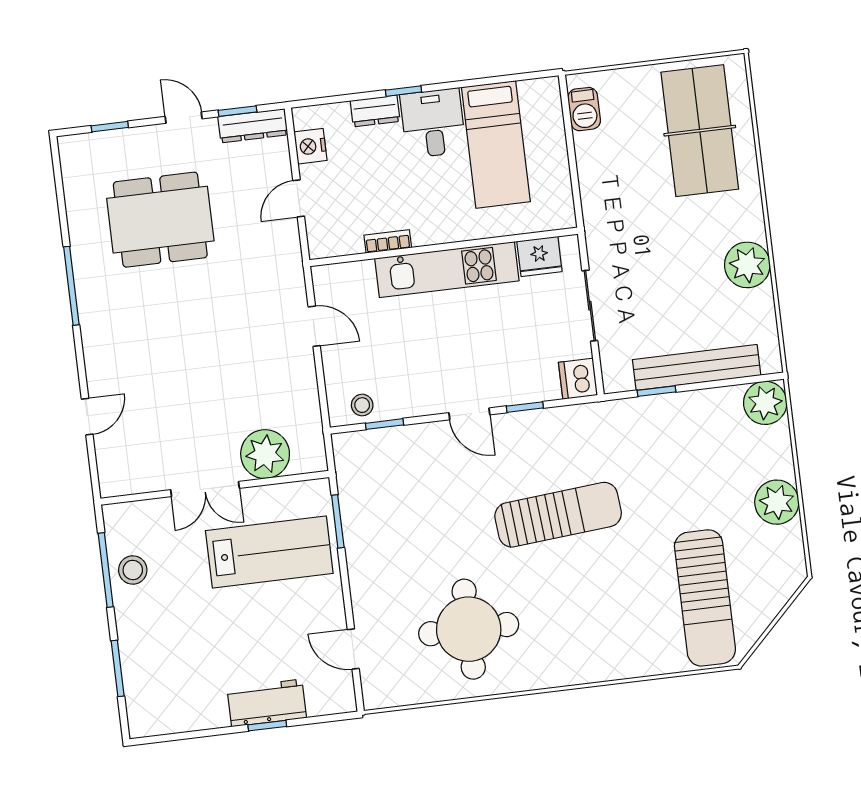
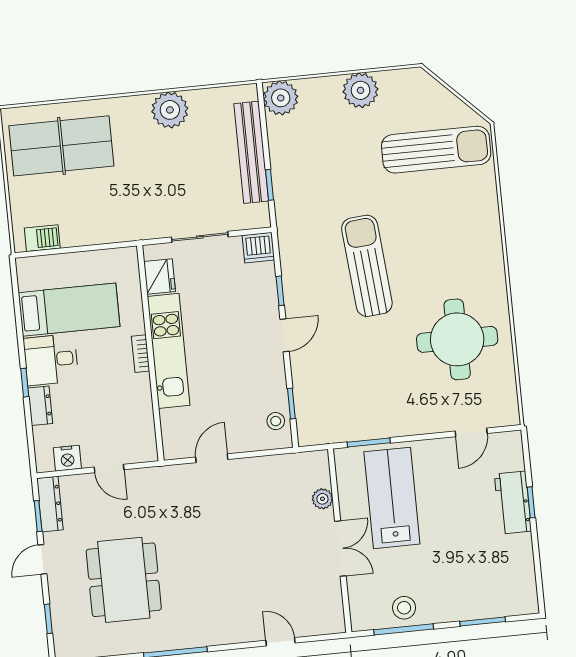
bookcase: (388, 241) -> (141, 354), moved
plant: (265, 454) -> (322, 499), width x0.53, depth x0.53

